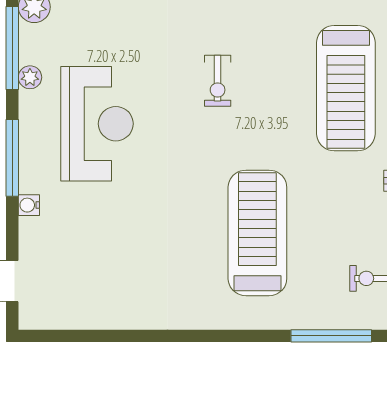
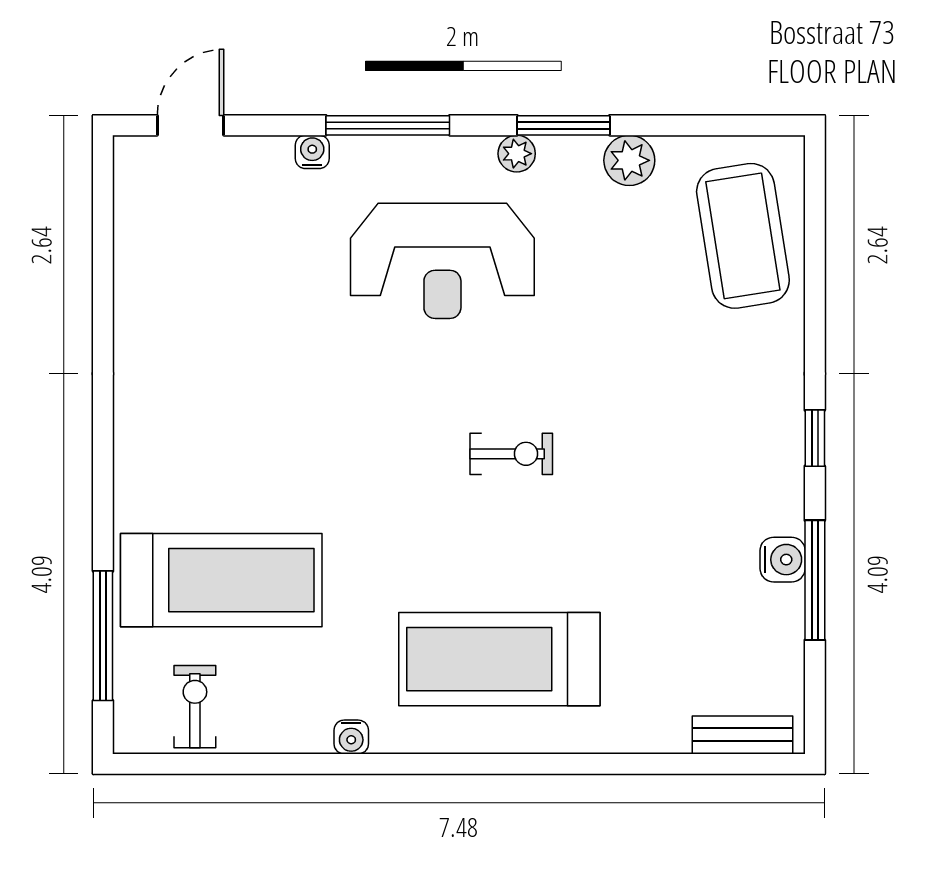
window: (12, 48) -> (563, 125), width x0.69
exercise bike: (218, 81) -> (511, 454), turned 180
treadmill: (257, 233) -> (221, 580), moved

